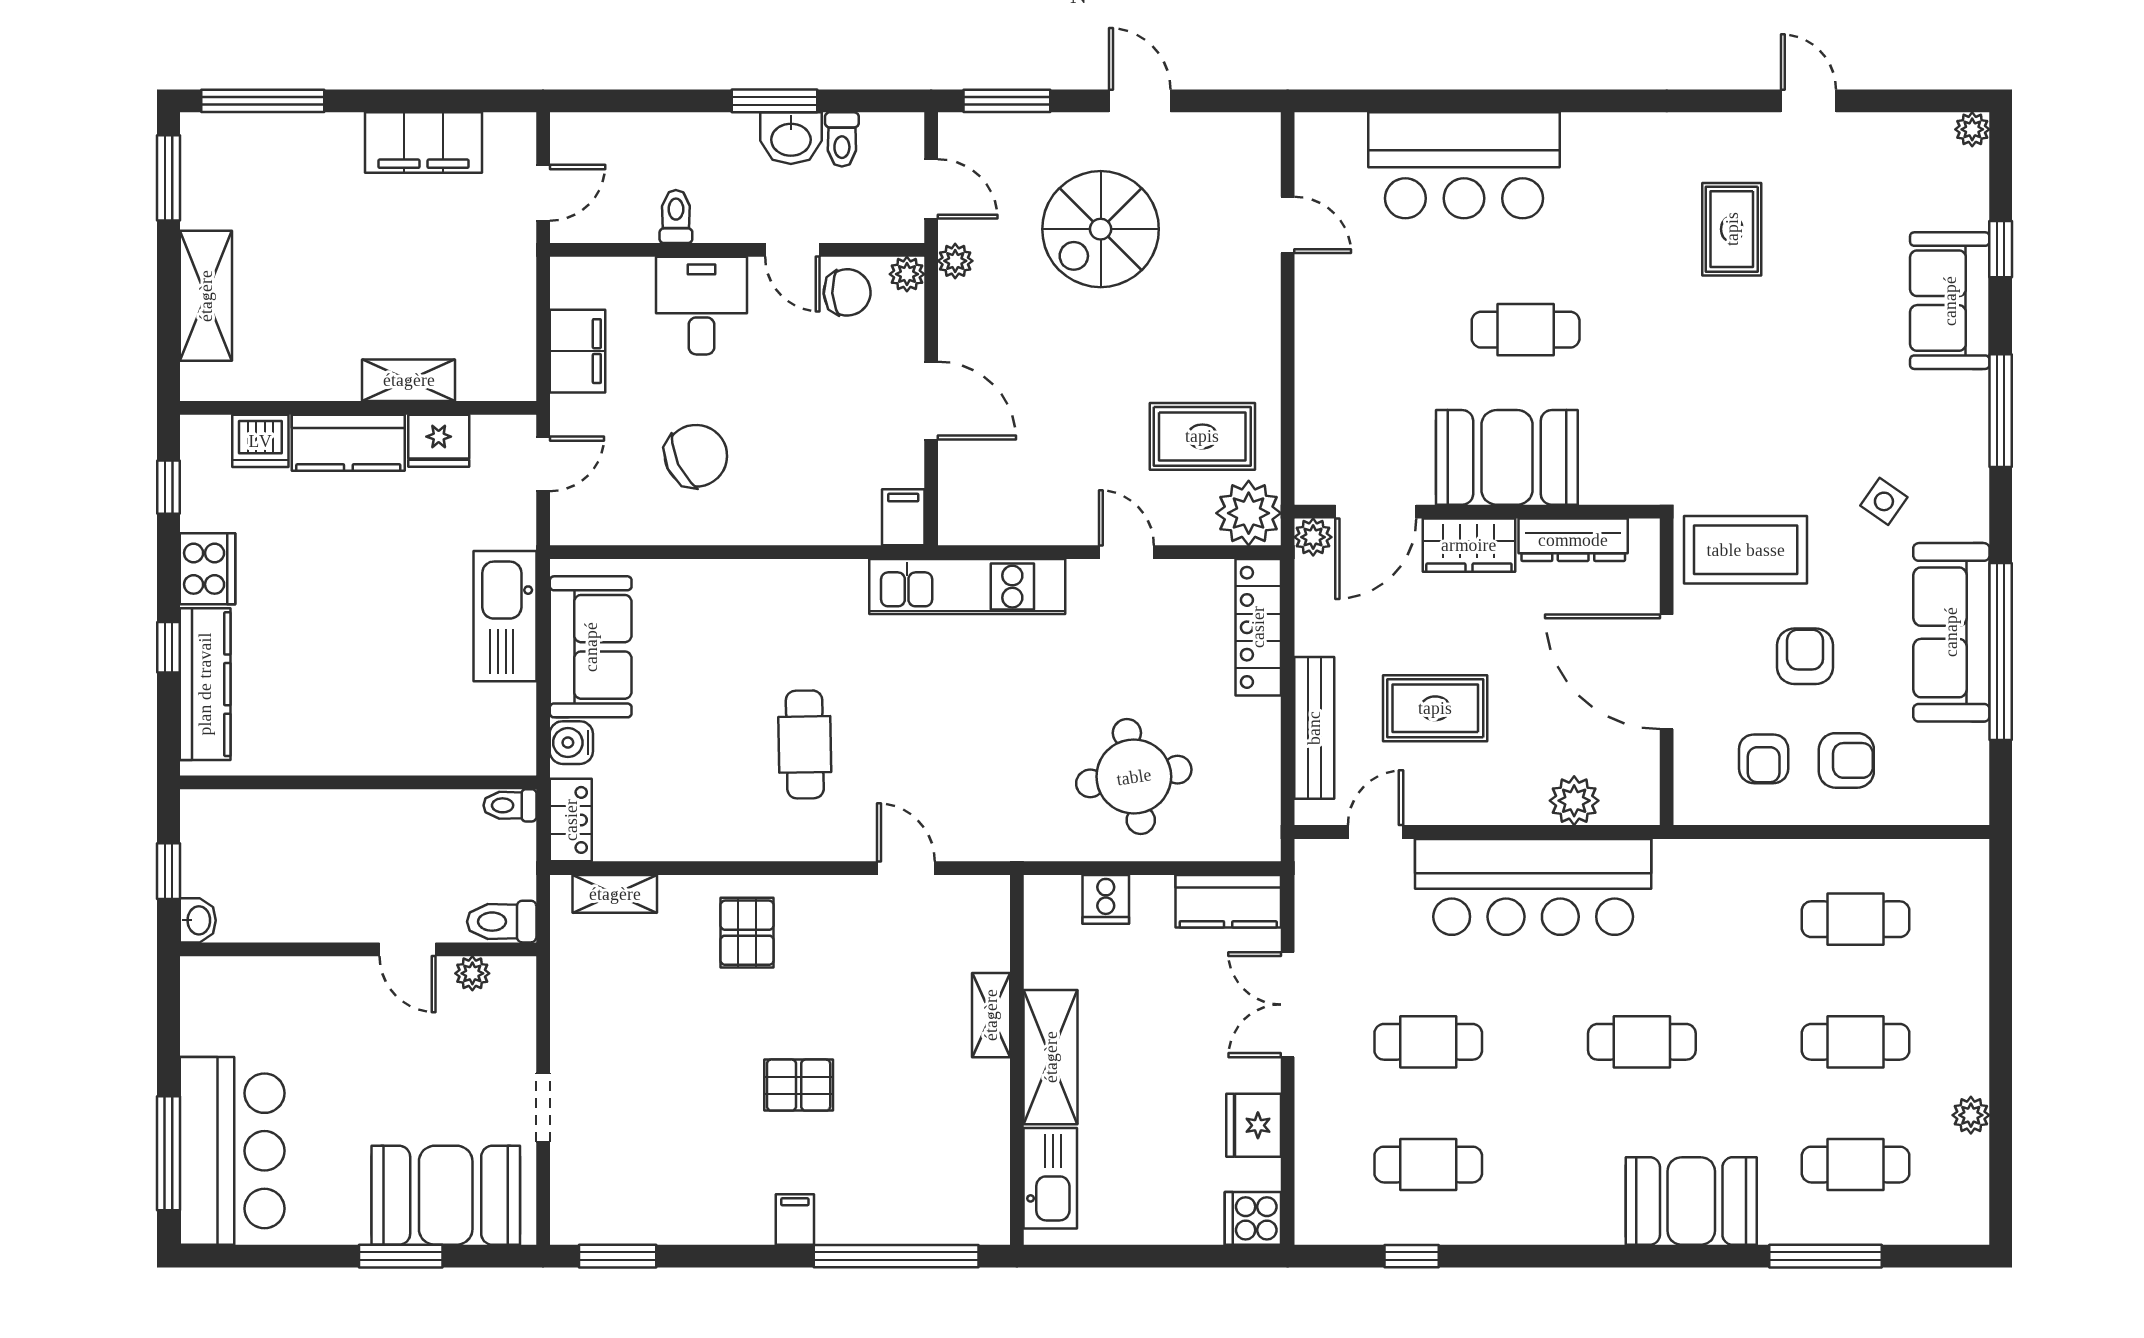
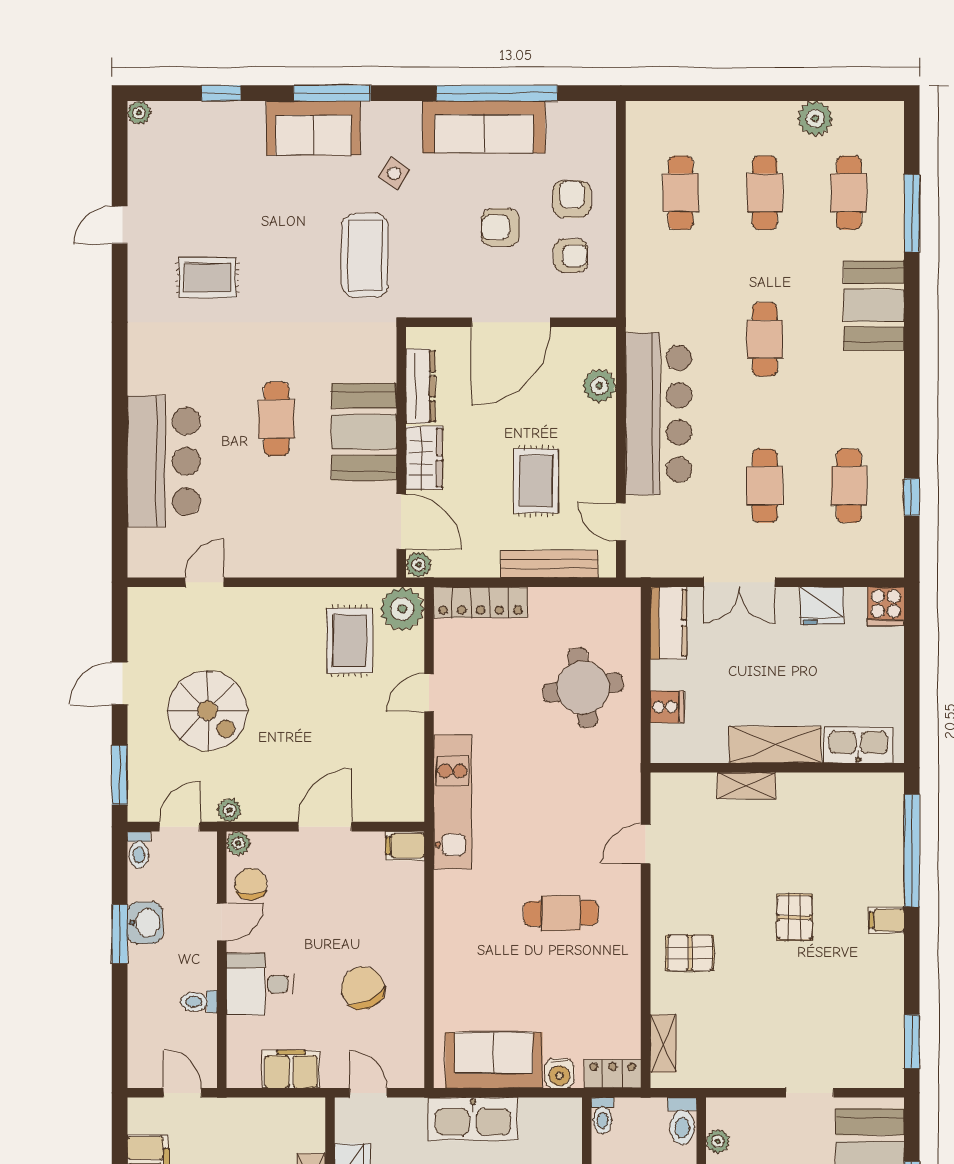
toilet: (842, 139) -> (139, 850), moved, turned 90
sofa: (1950, 301) -> (313, 128), moved
coffee table: (1746, 550) -> (365, 255), moved
plant: (1971, 1115) -> (815, 118), width x1.38, depth x1.38

